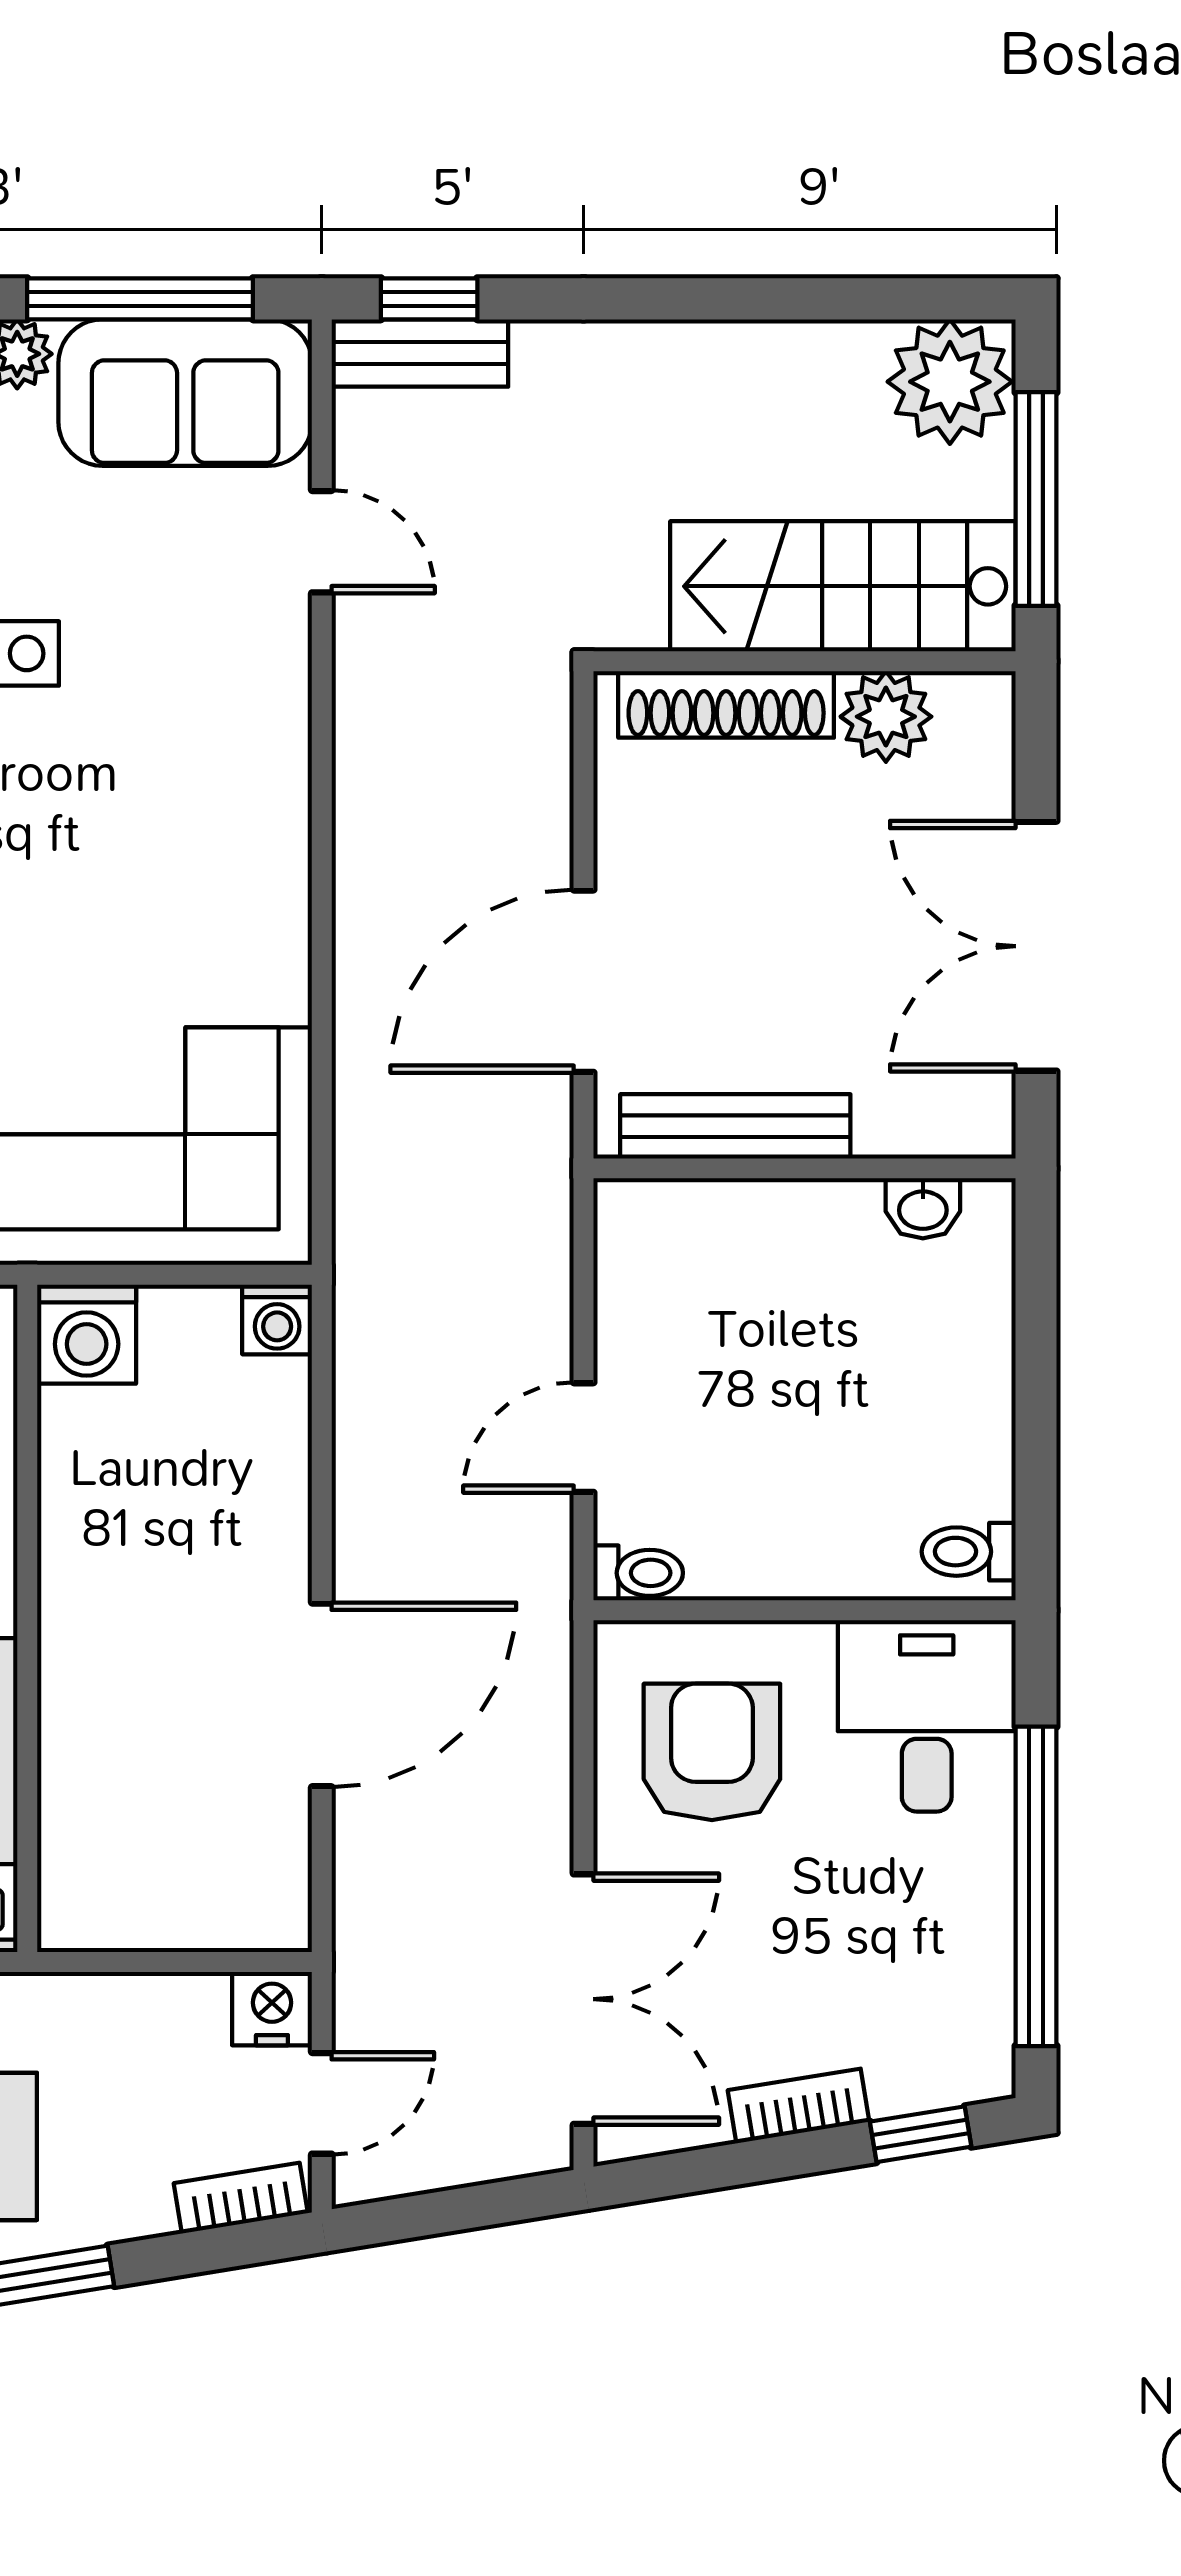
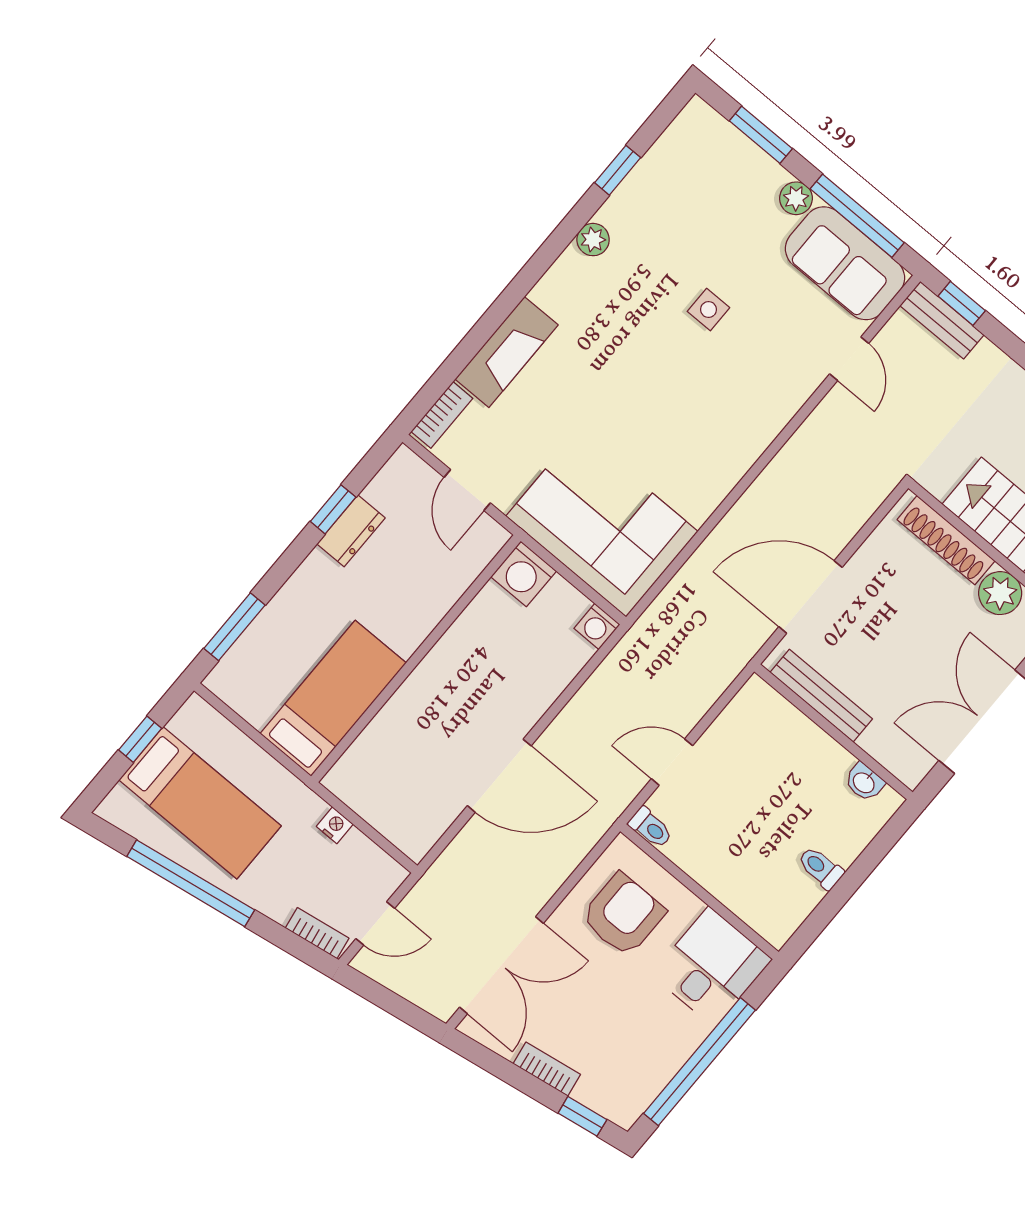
toilet: (969, 1552) -> (821, 868), moved
nightstand: (272, 2009) -> (335, 825), moved, width x0.72, depth x0.74

